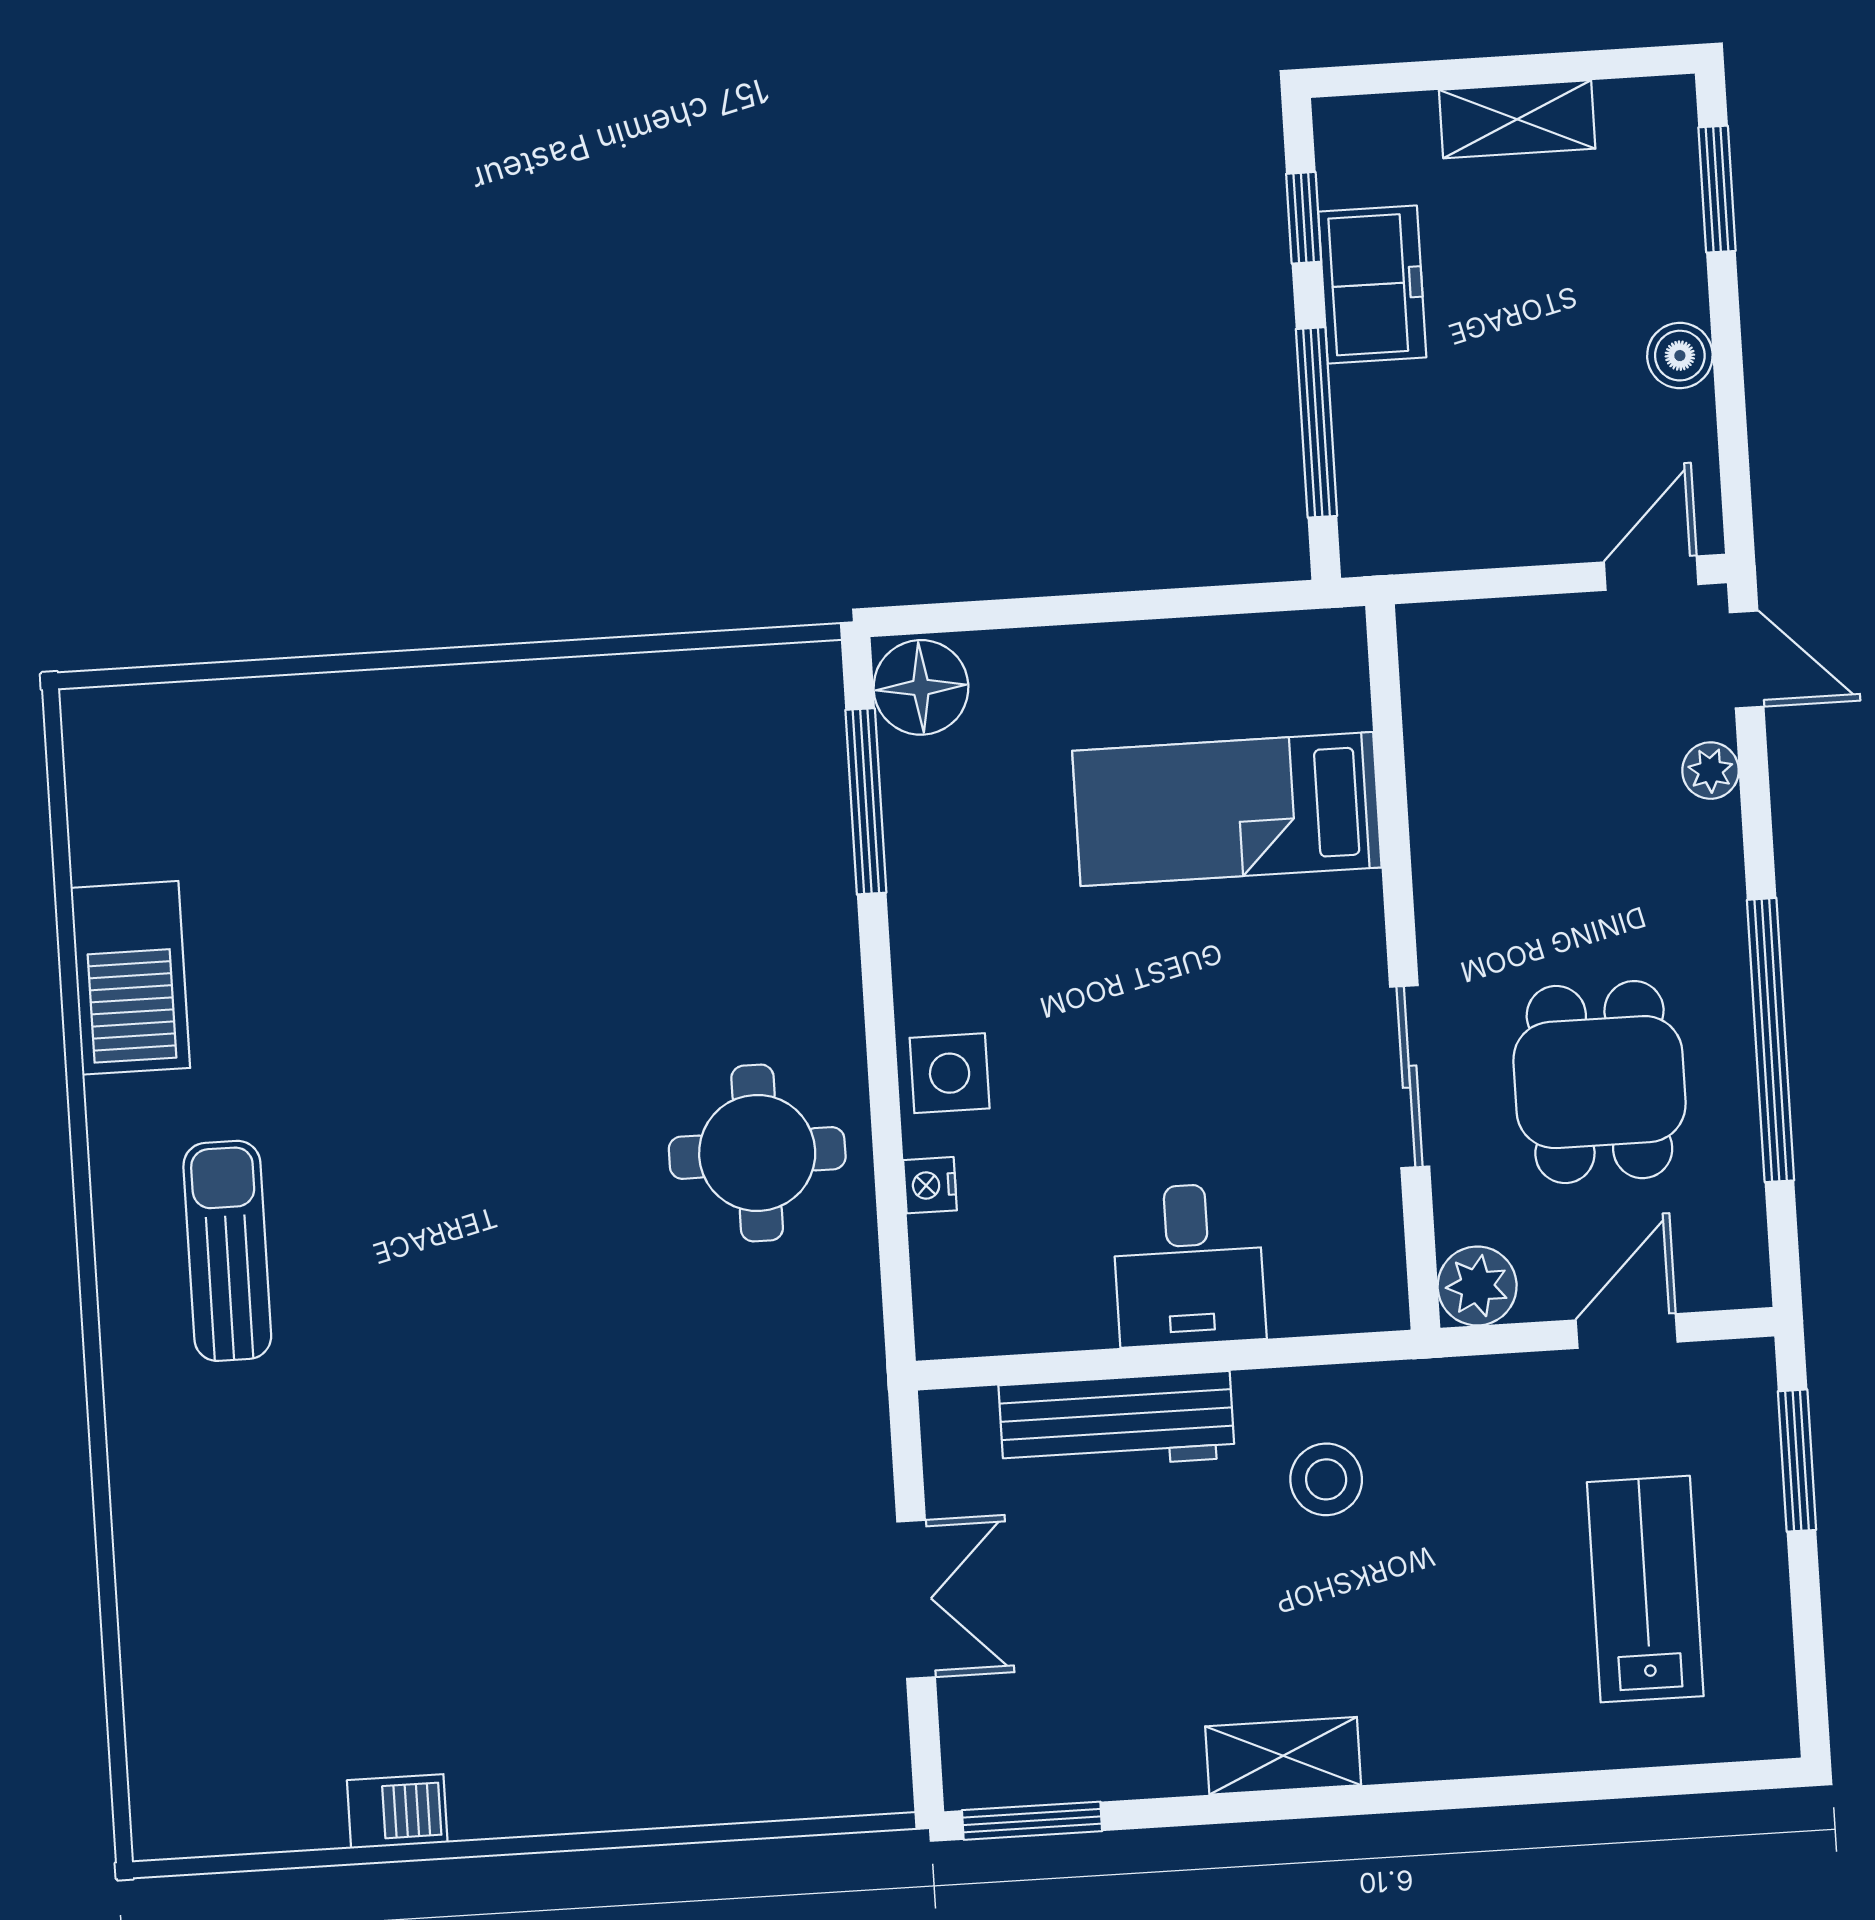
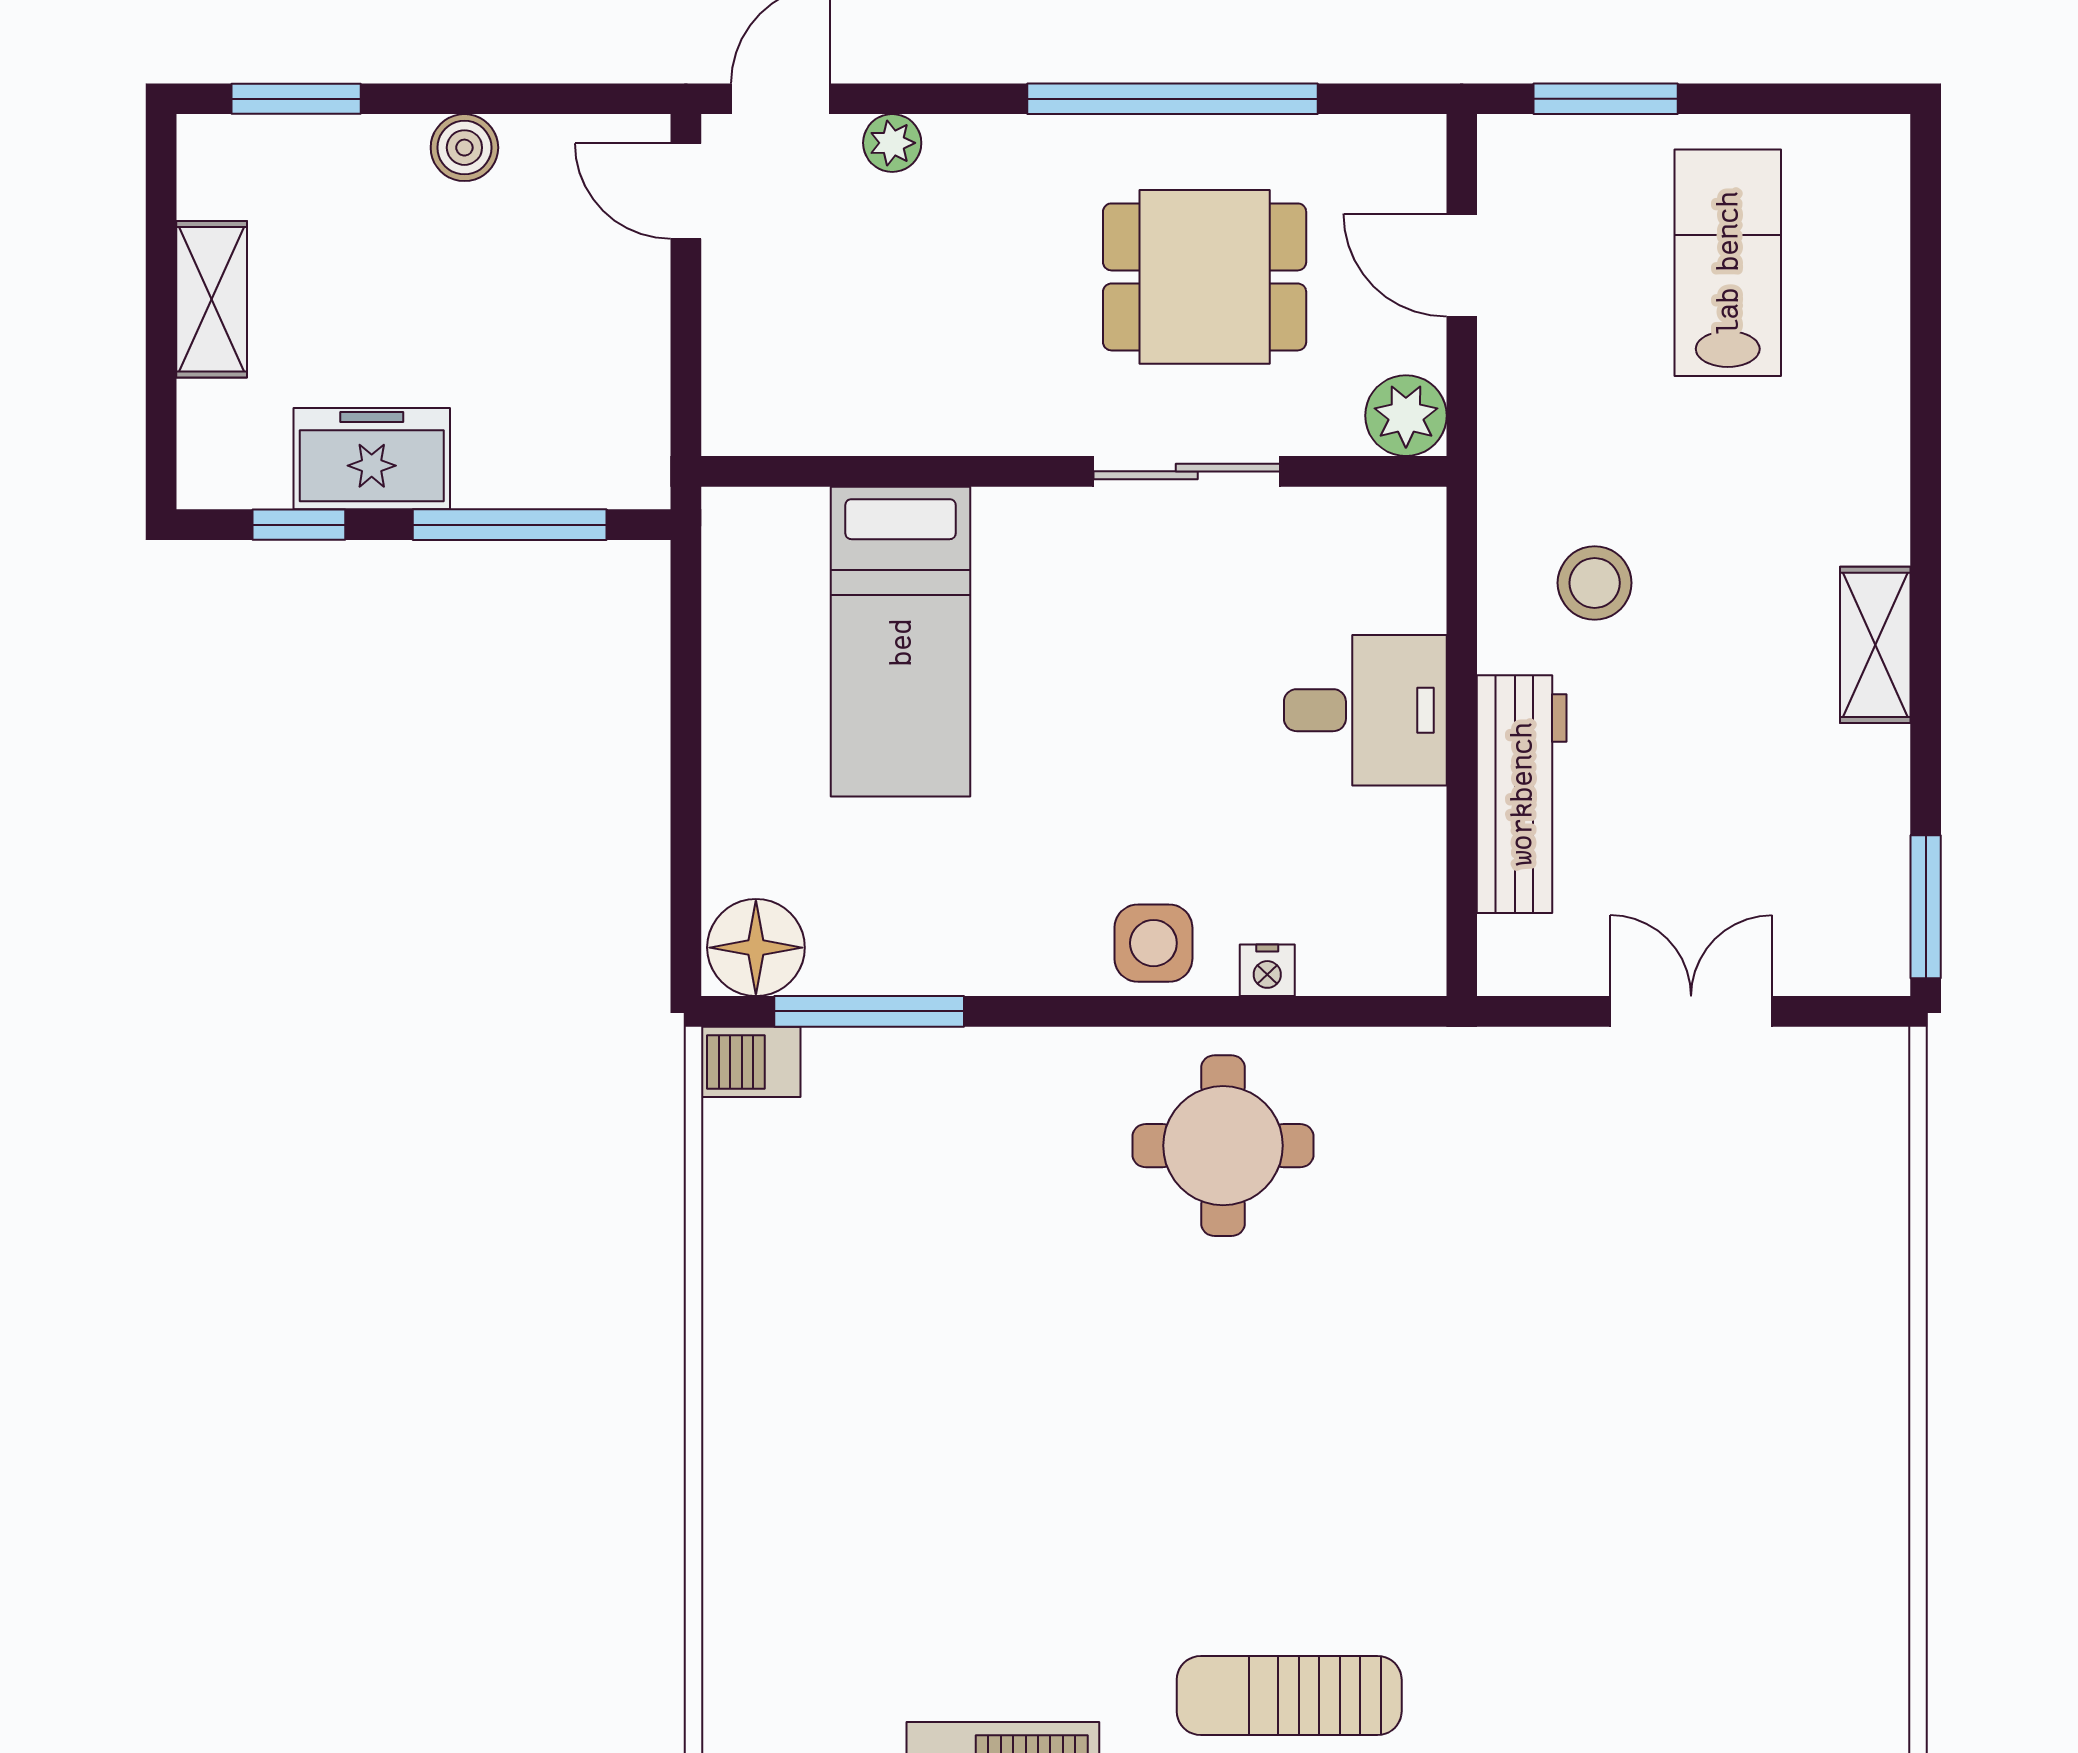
lab bench: (1645, 1589) -> (1728, 263), turned 90
barbecue: (397, 1811) -> (751, 1062), moved, turned -90

